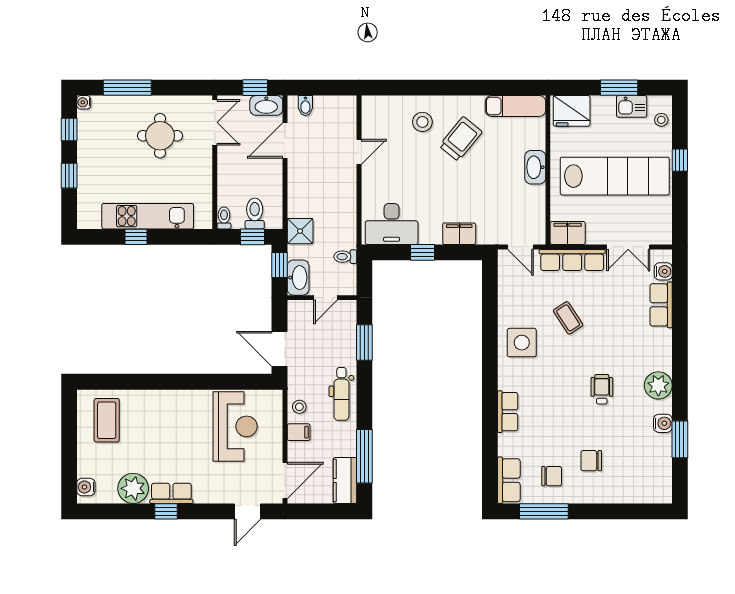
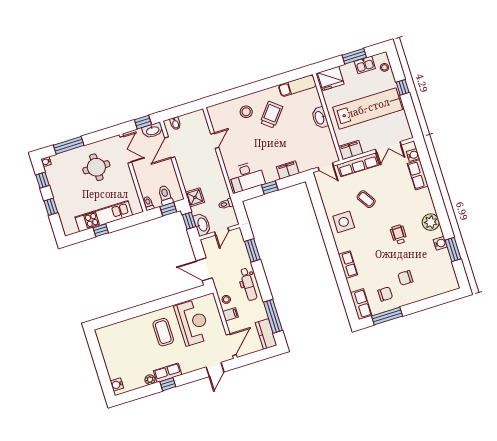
coffee table: (107, 420) -> (163, 332), moved
plant: (133, 488) -> (150, 380), width x0.53, depth x0.53

